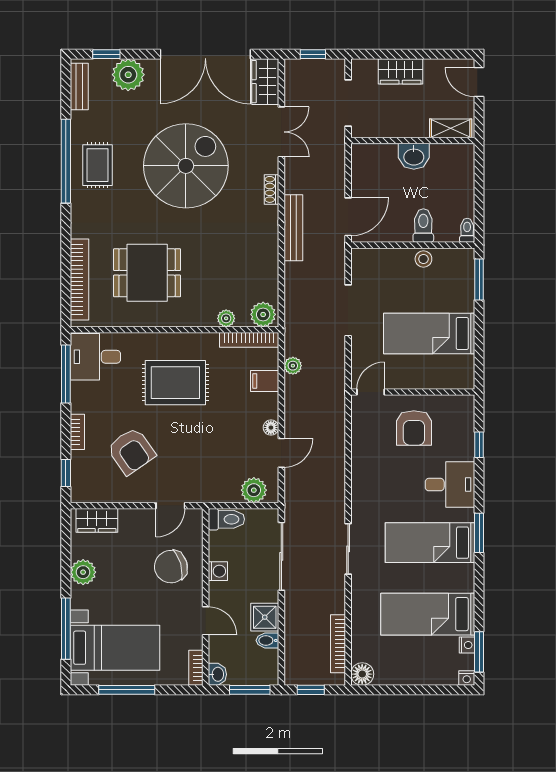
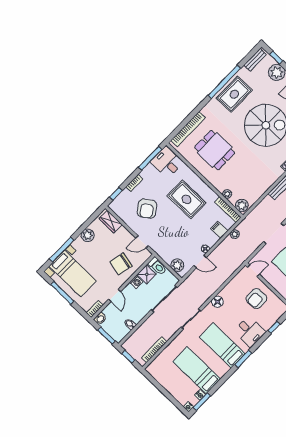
rug: (98, 165) -> (234, 94), width x1.36, depth x1.43
chair: (171, 567) -> (121, 264), turned -62
shower: (265, 617) -> (147, 274), moved
floor lamp: (362, 674) -> (217, 302), moved

